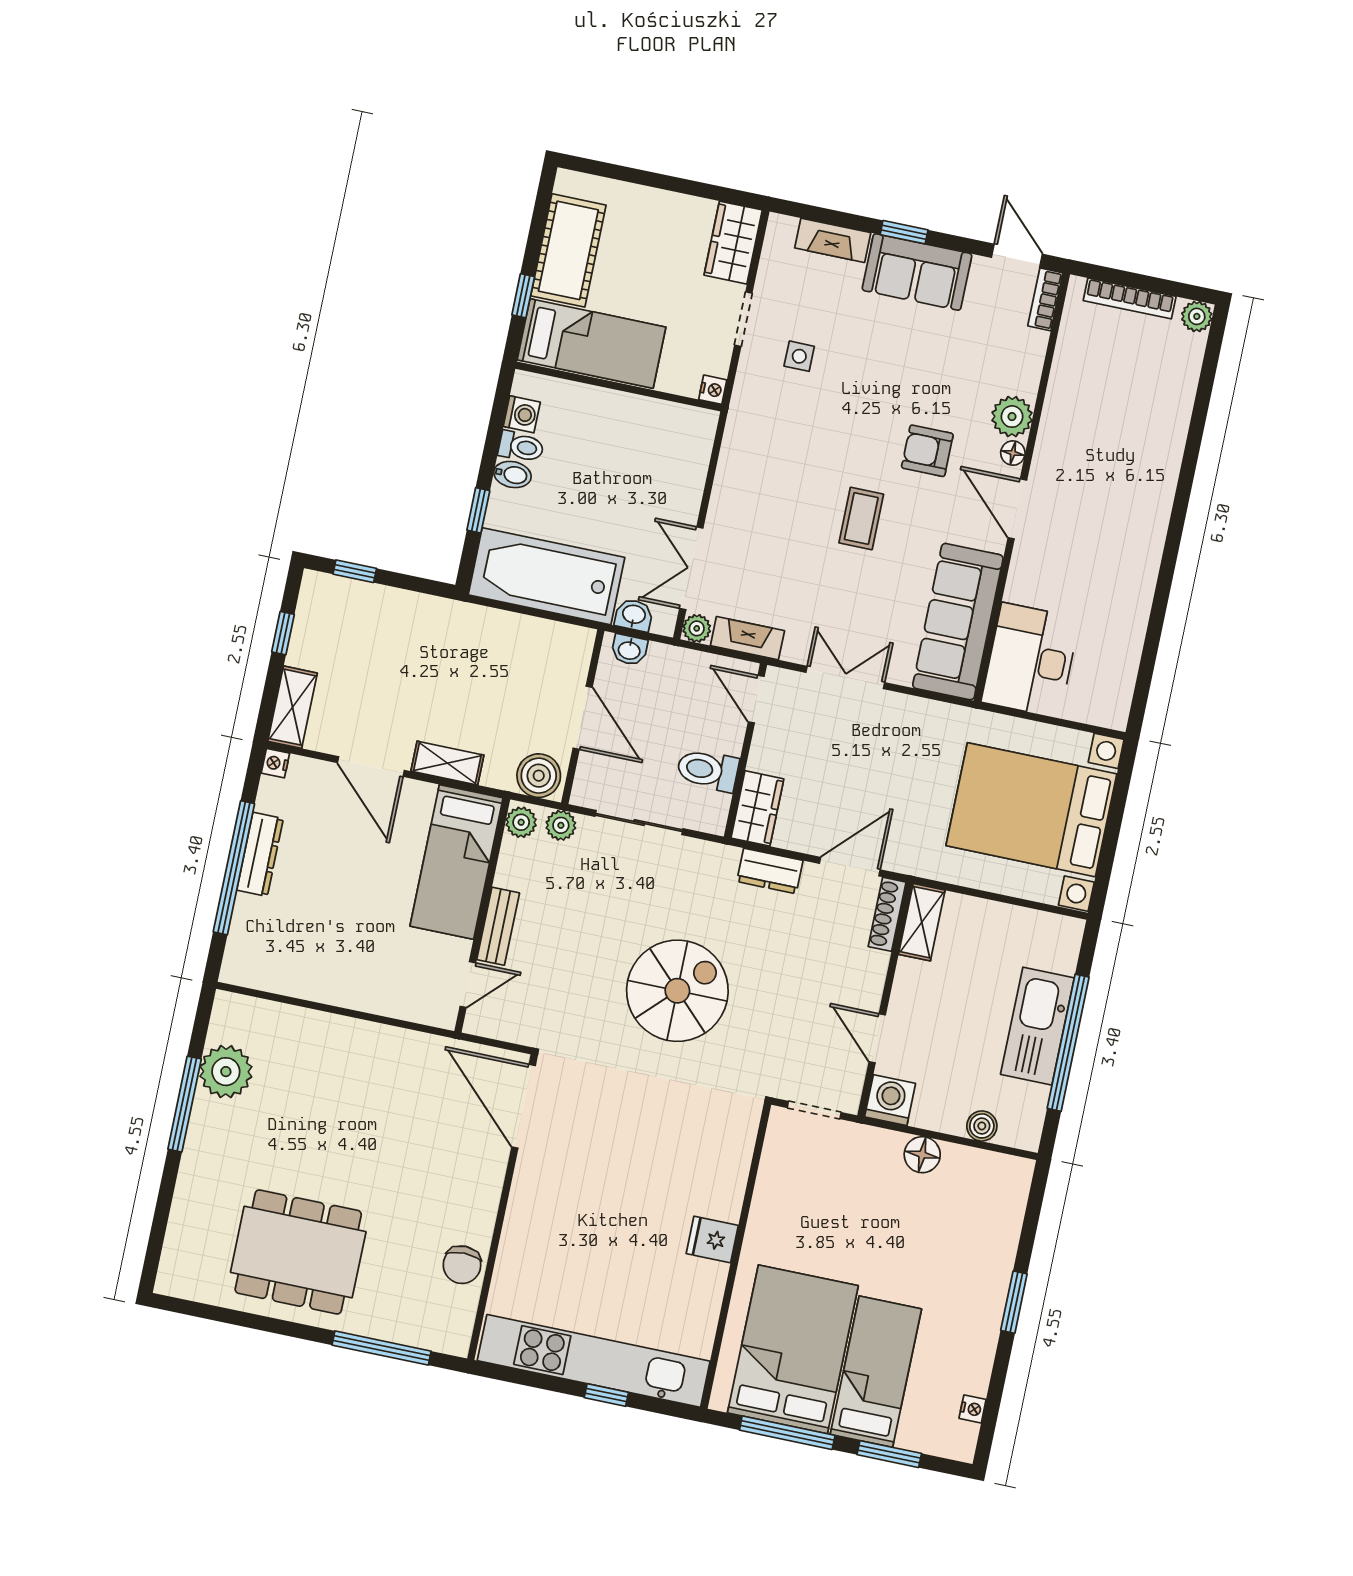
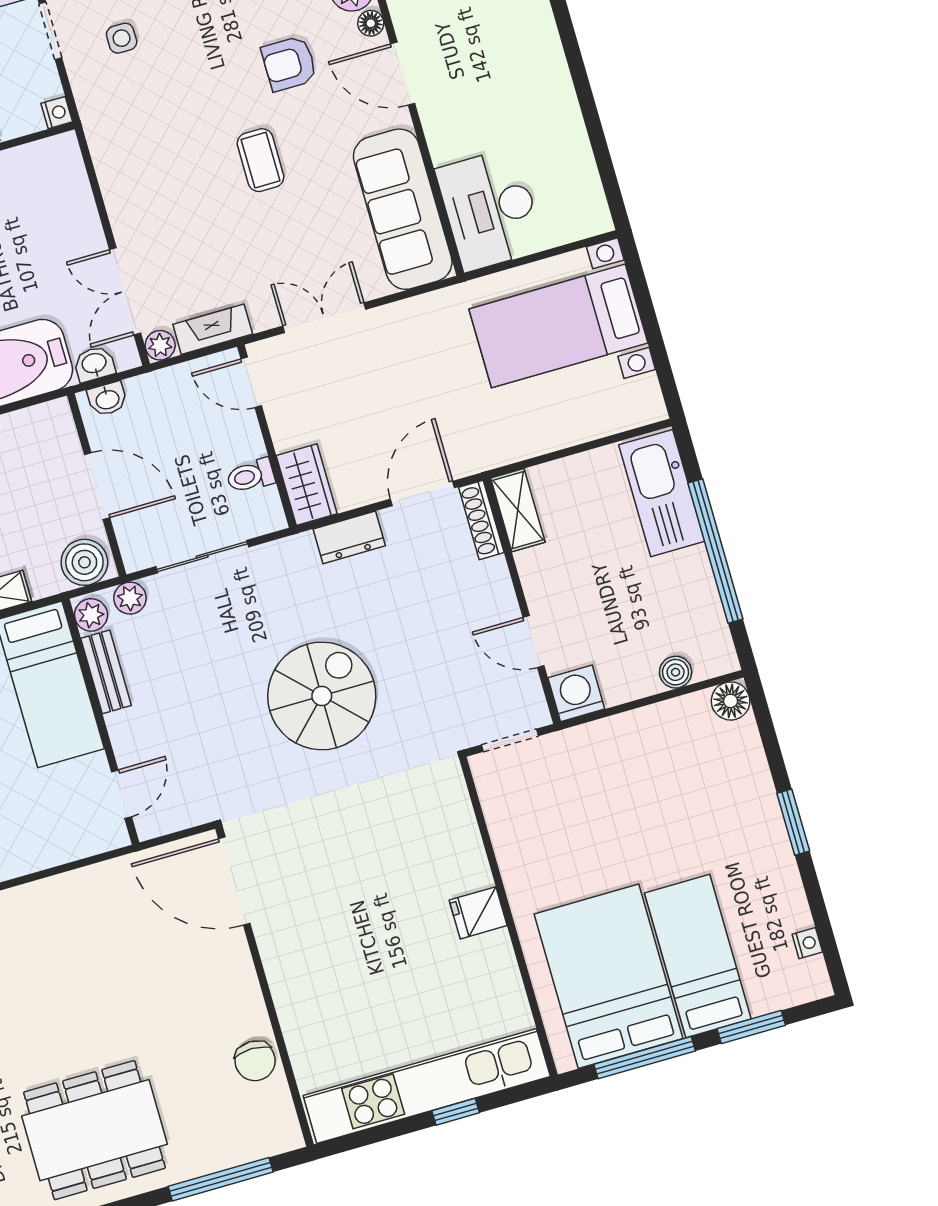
toilet: (708, 770) -> (251, 476), width x0.73, depth x0.72
bed with nightstands: (1031, 810) -> (558, 326), width x0.73
bench: (498, 926) -> (106, 672), moved
kitchen sink: (1037, 1026) -> (662, 493), moved
floor lamp: (922, 1155) -> (731, 701), moved

